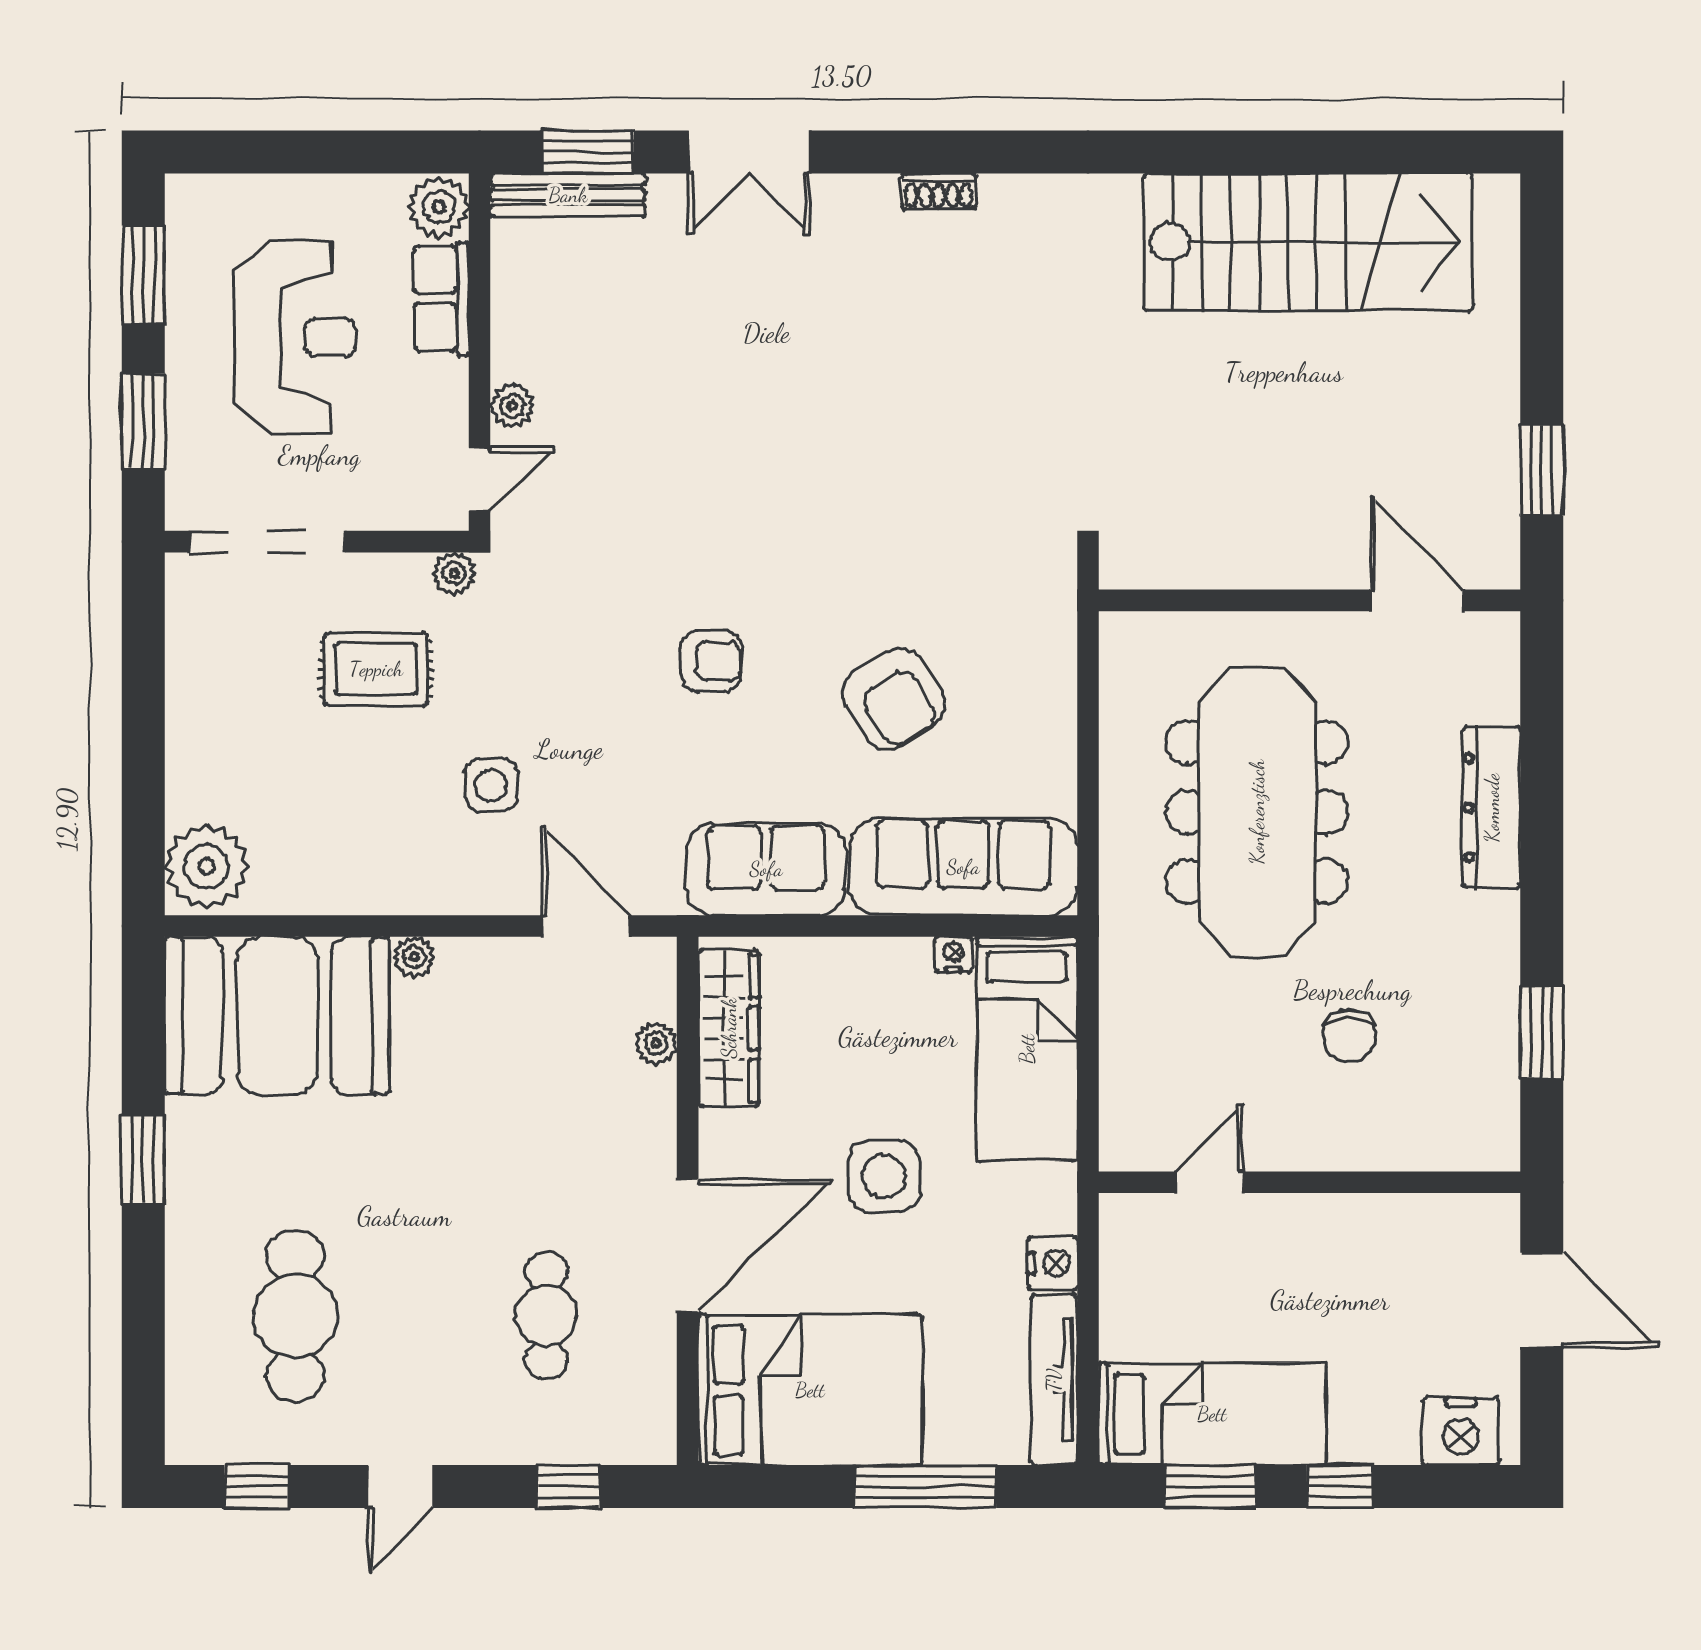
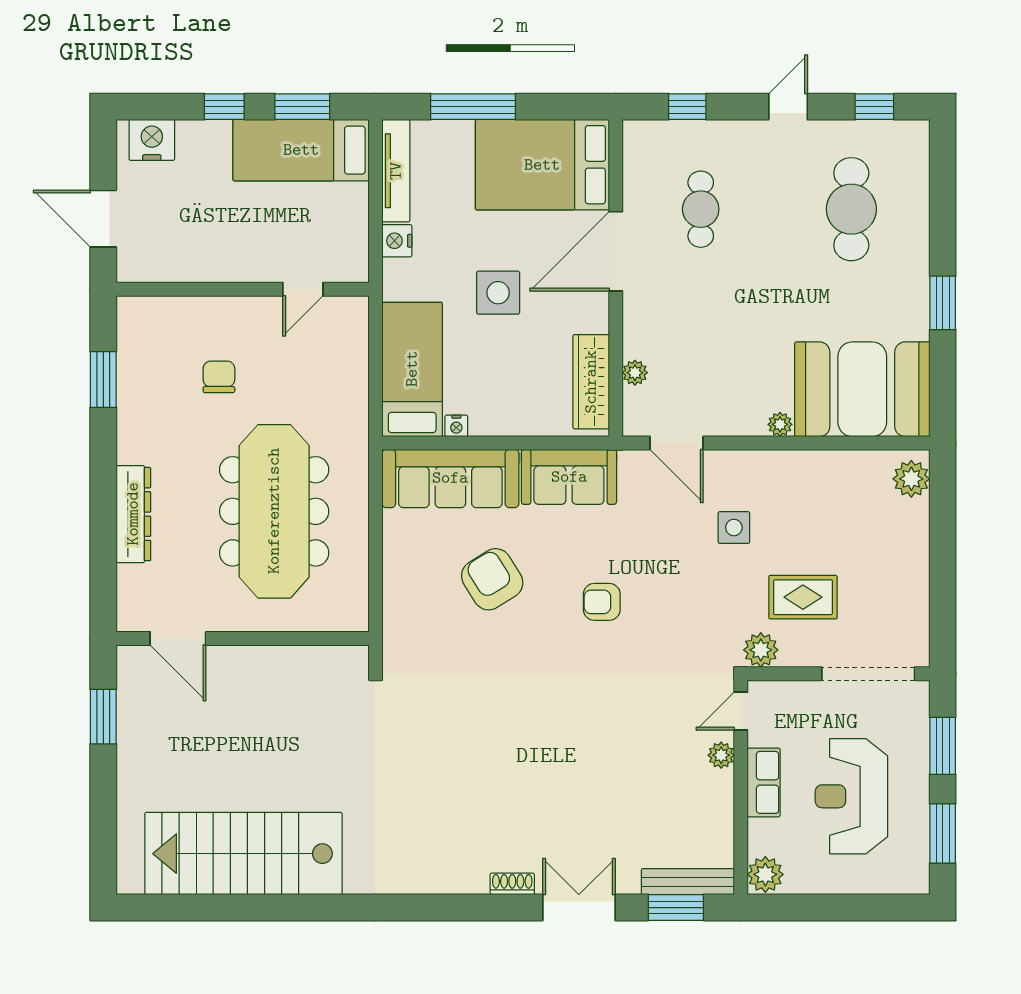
shoe rack: (939, 191) -> (512, 884), moved
row of seats: (441, 299) -> (764, 782), moved
plant: (454, 573) -> (761, 650), width x1.38, depth x1.38
plant: (207, 866) -> (911, 479), width x0.73, depth x0.73

